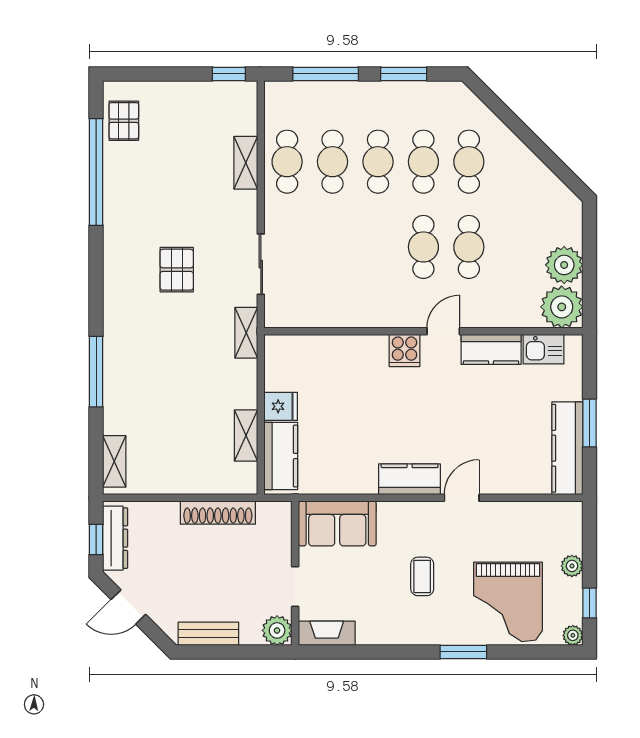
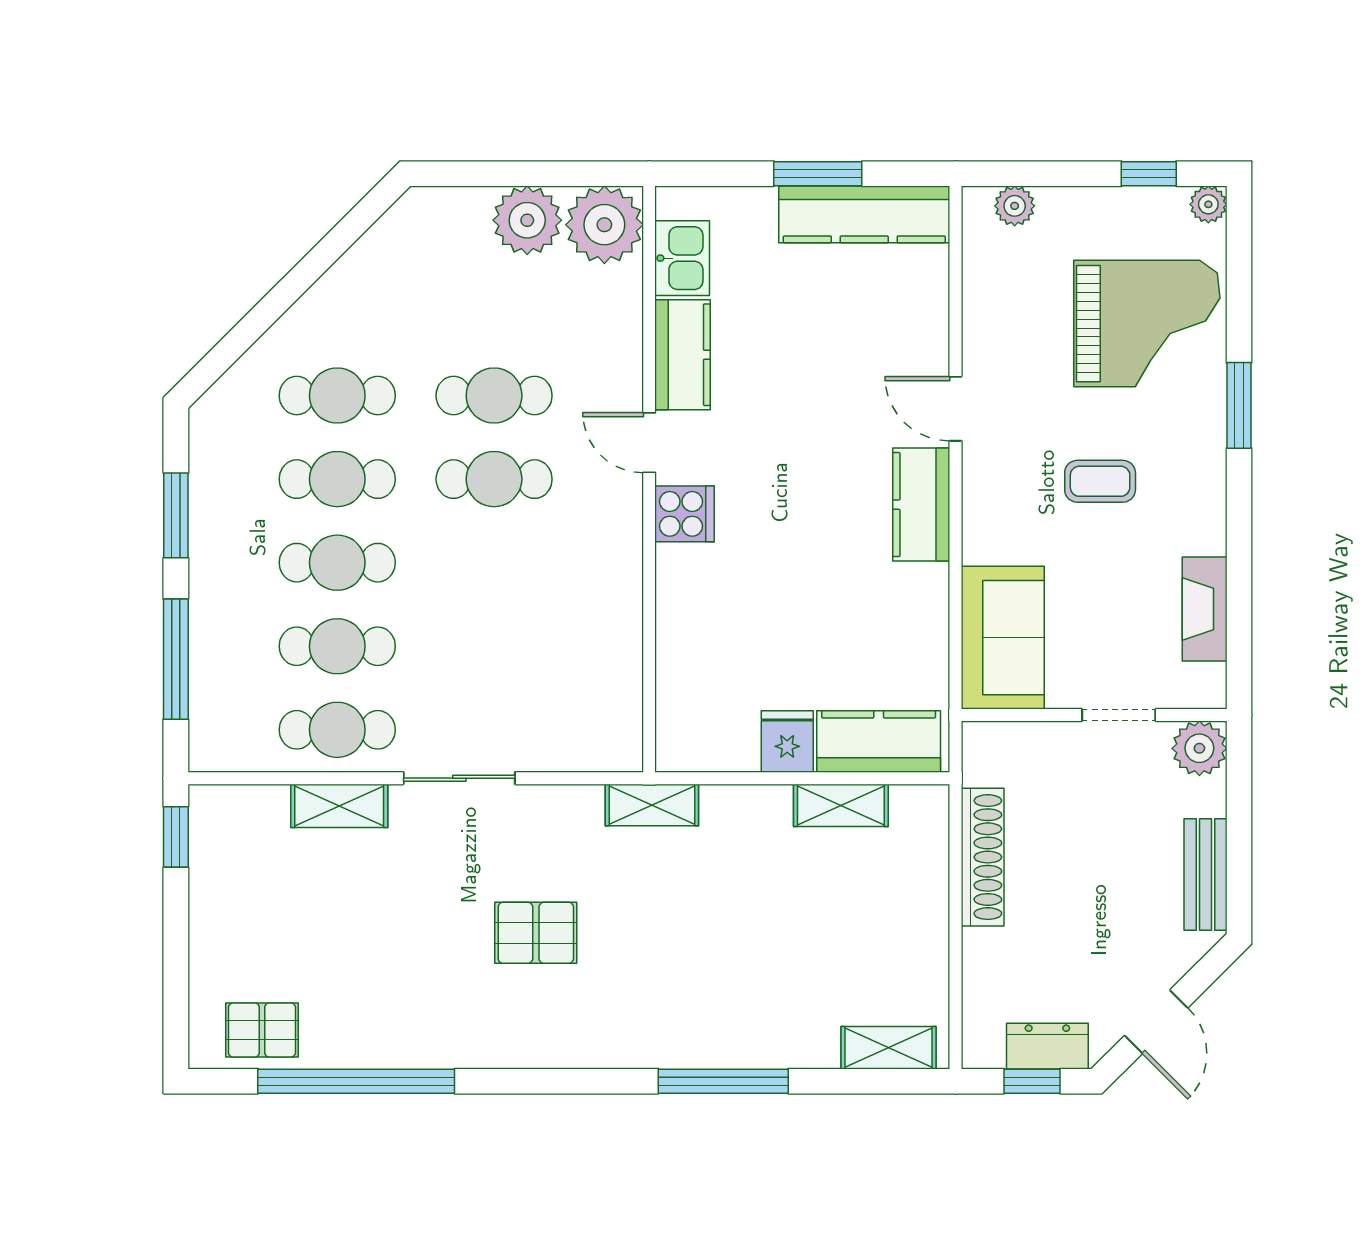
sliding door: (261, 264) -> (459, 778), moved
dresser: (115, 538) -> (1047, 1046), width x0.70
plant: (572, 566) -> (1015, 206), moved
fireplace: (327, 633) -> (1205, 609), moved

